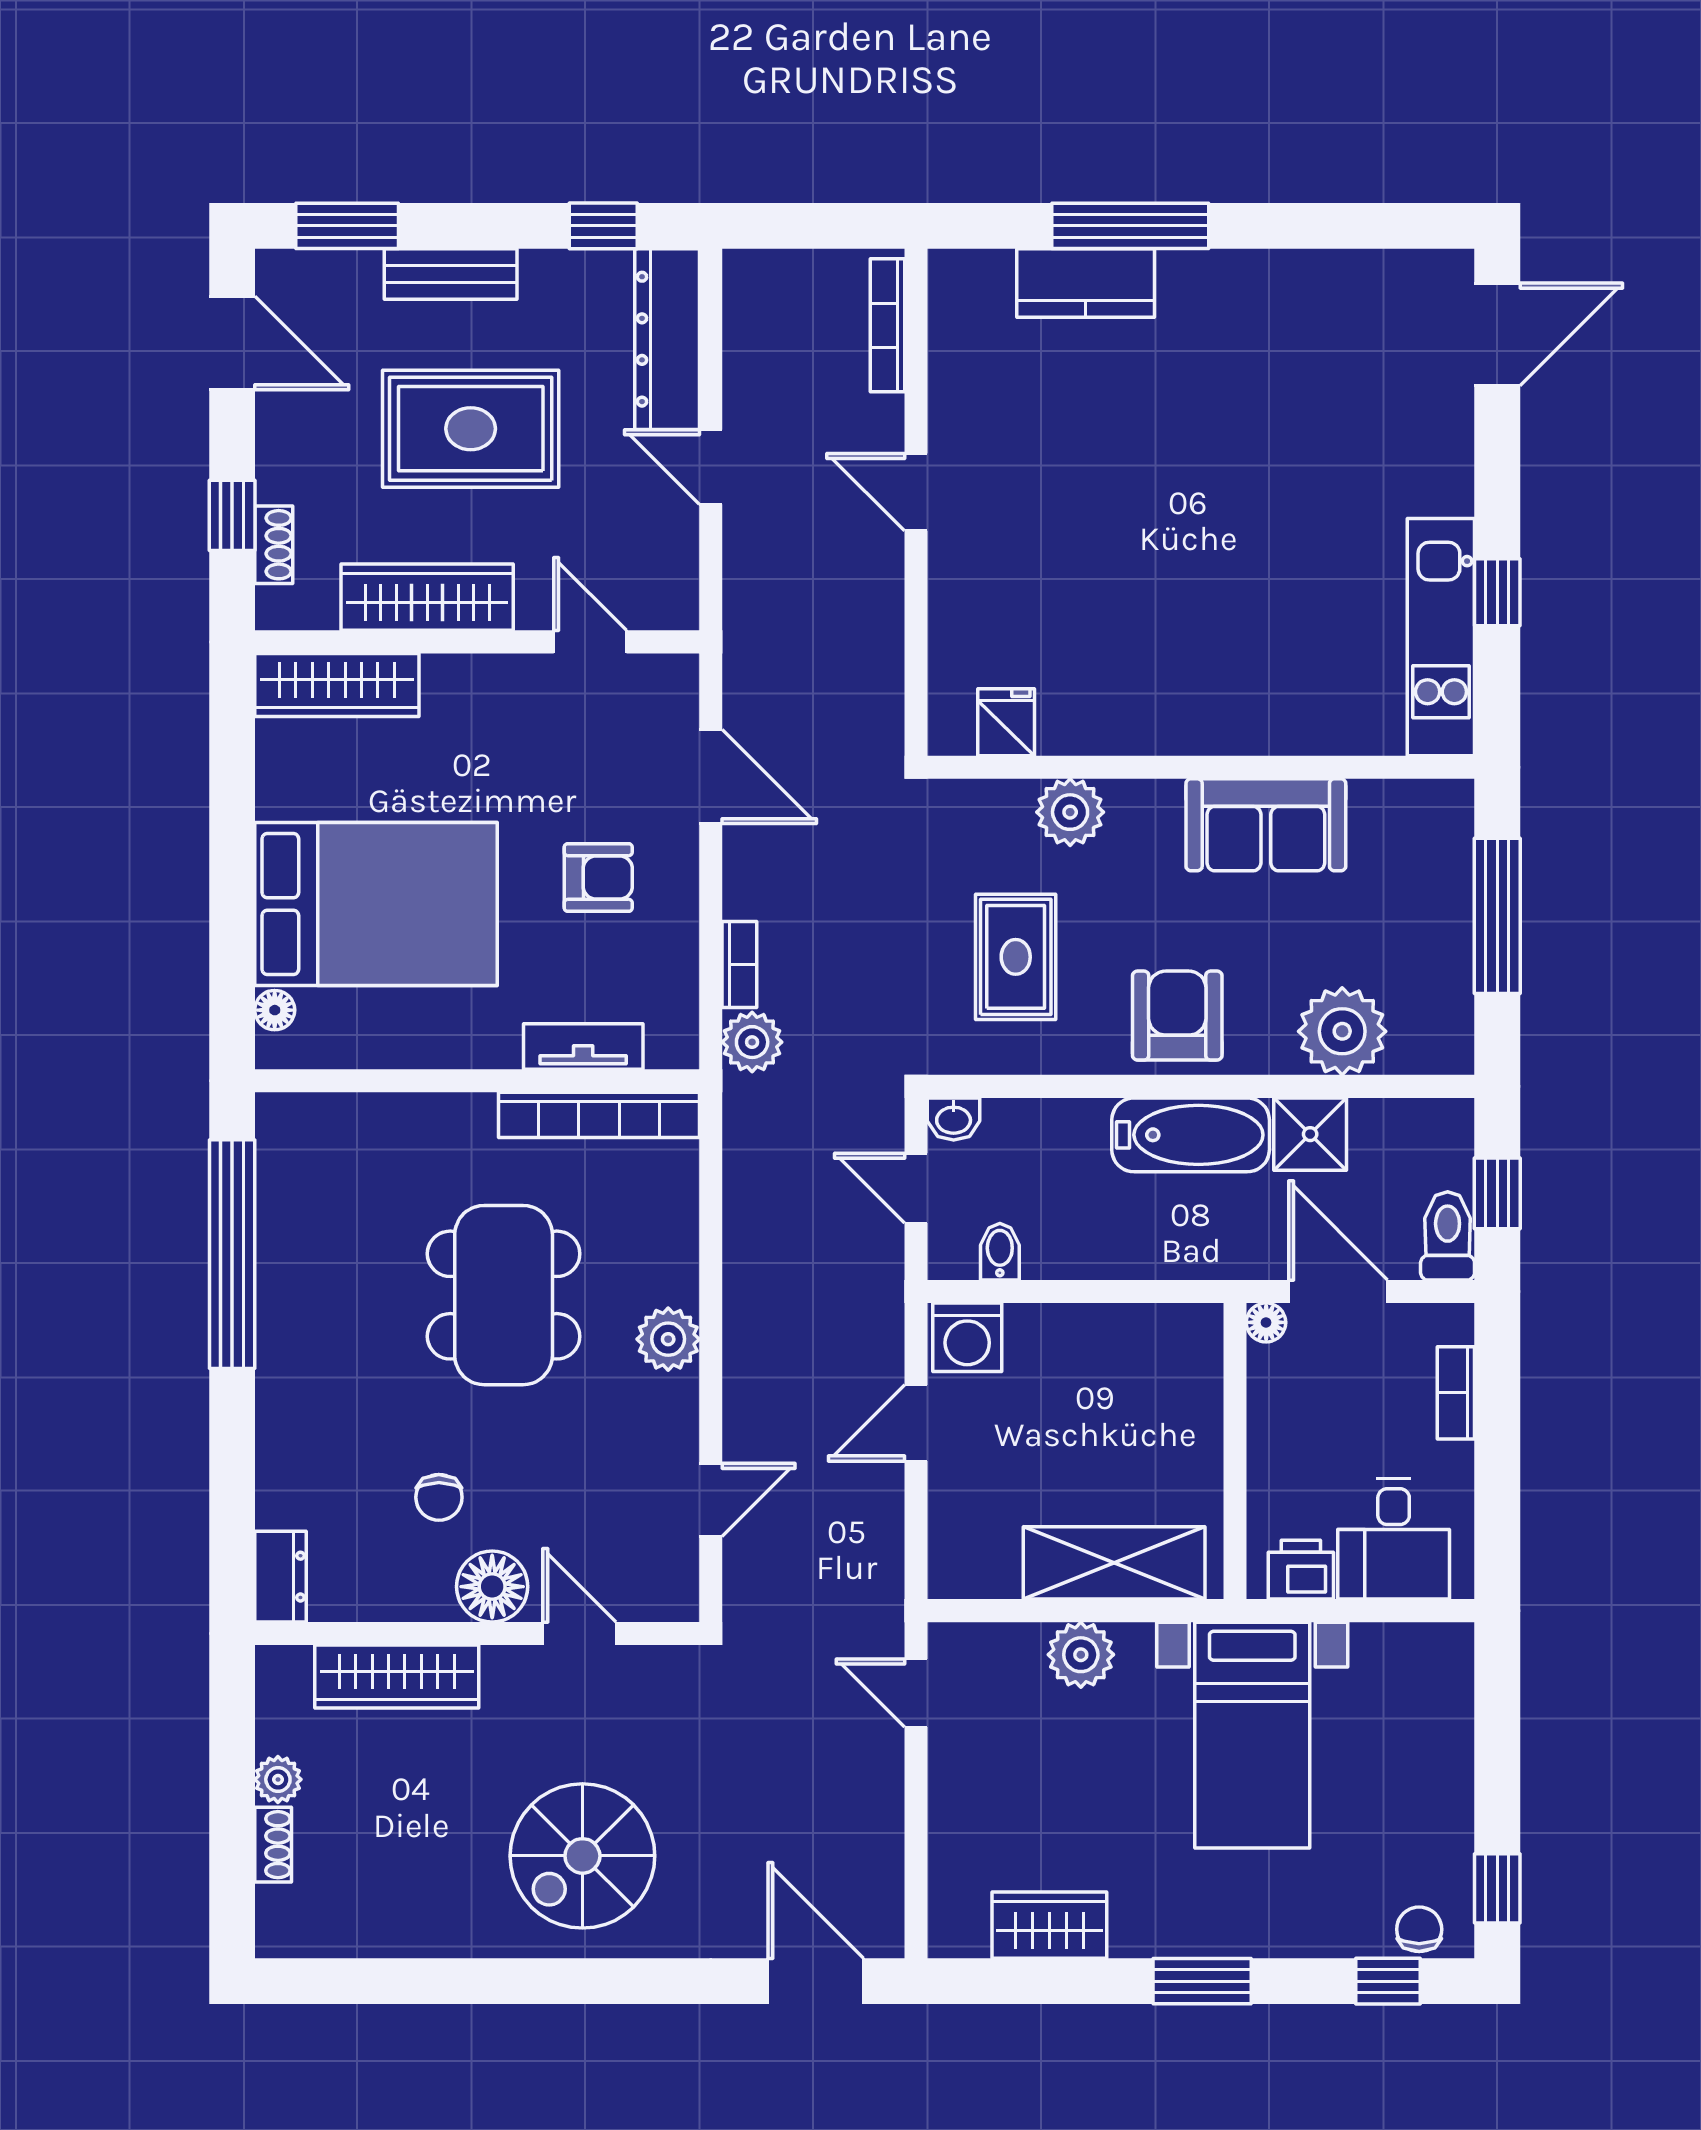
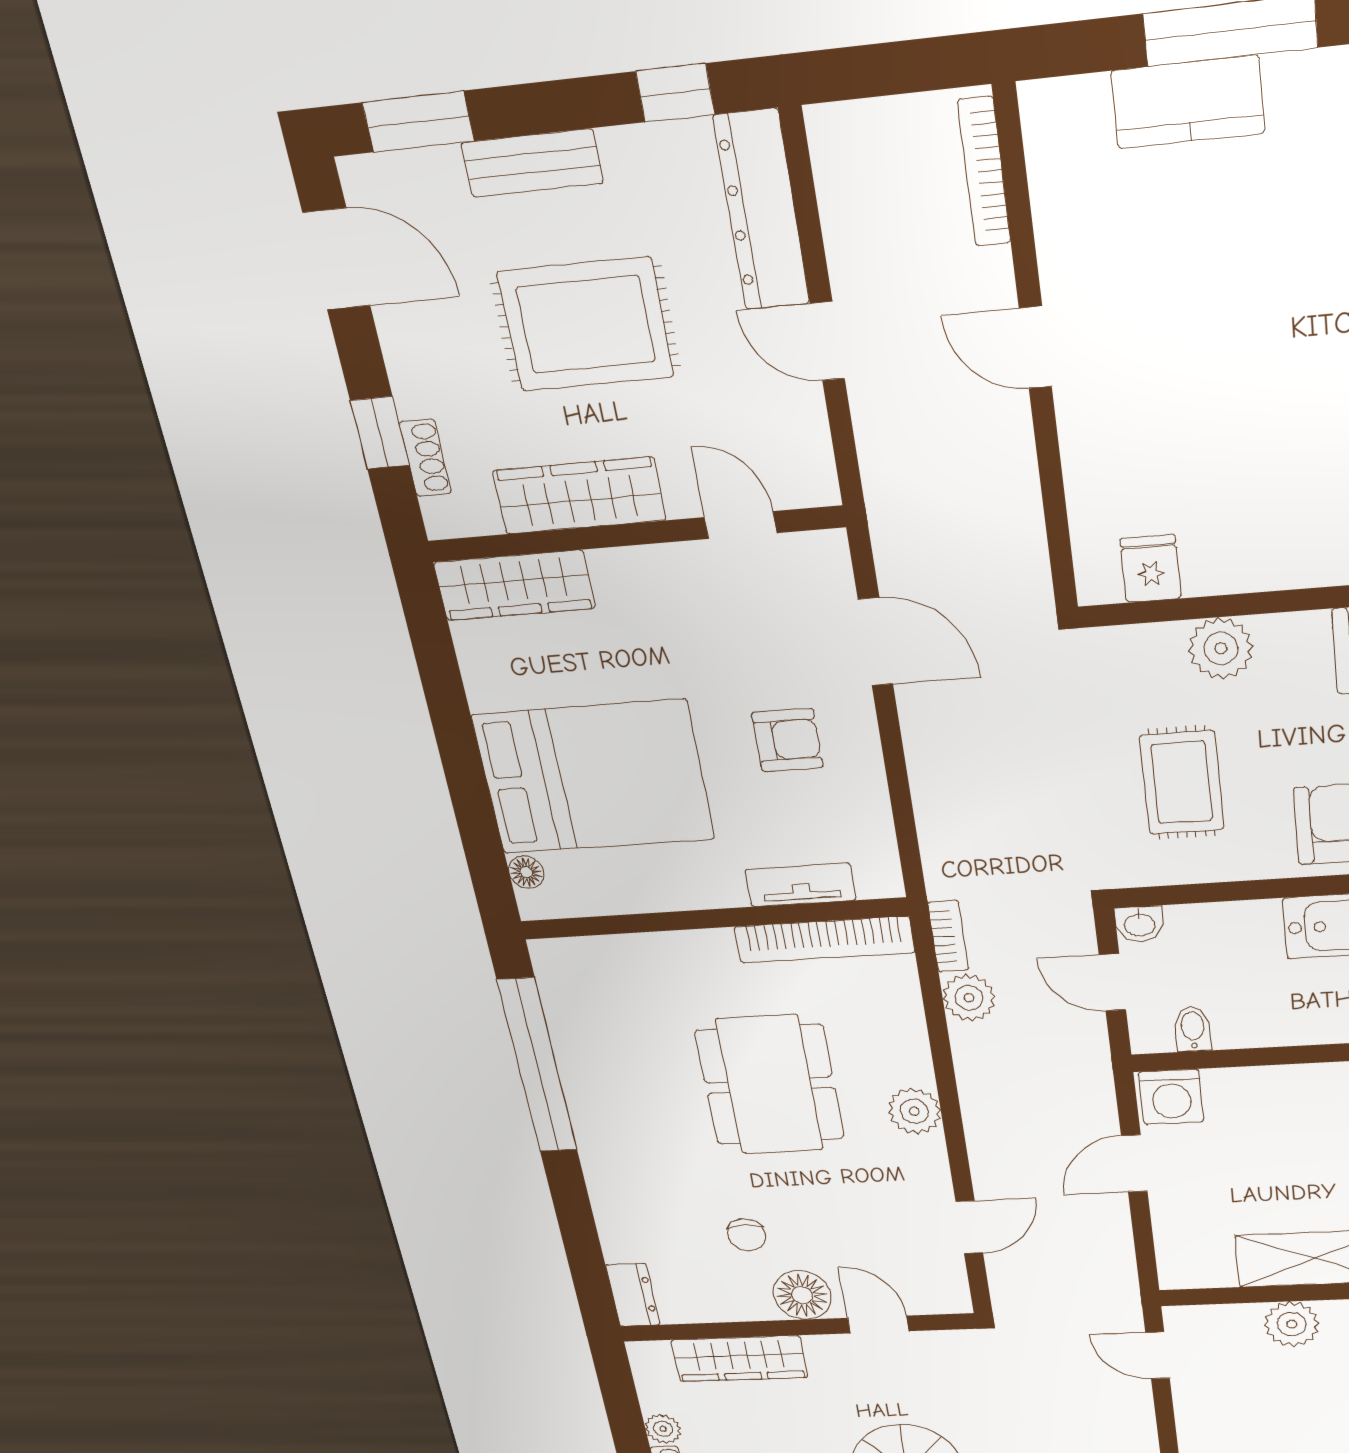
bookcase: (739, 965) -> (948, 936), moved
plant: (752, 1042) -> (969, 998), moved

